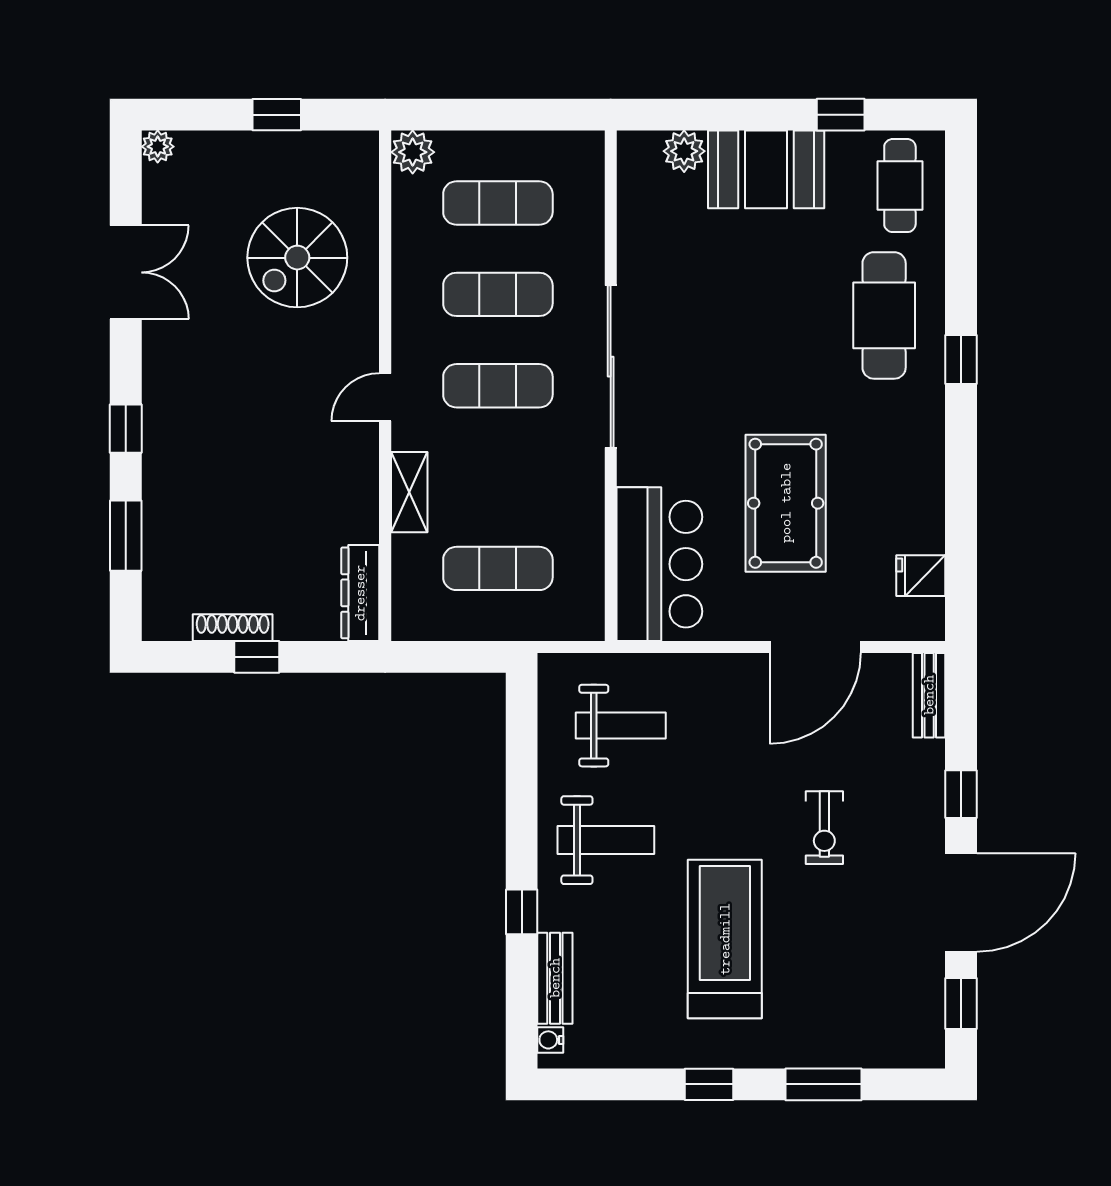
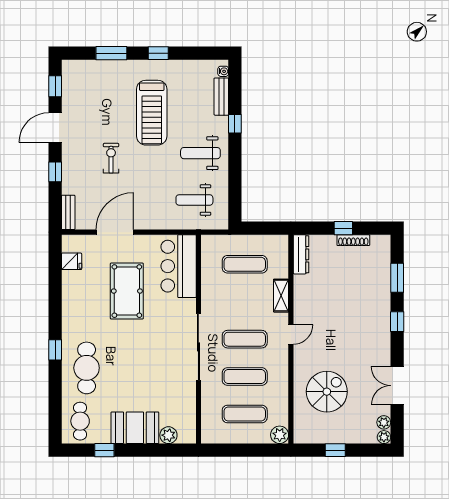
plant: (158, 182) -> (384, 422), added
door: (961, 902) -> (55, 128), width x0.73

